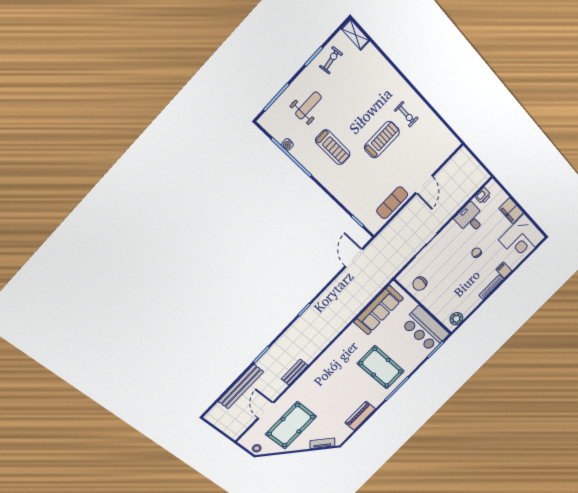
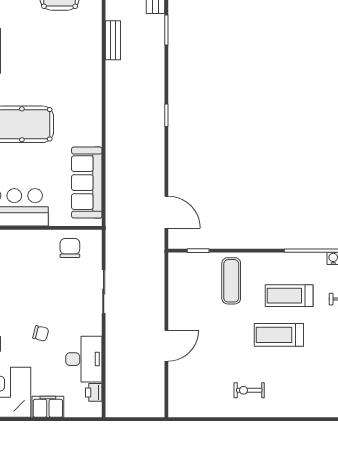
treadmill: (382, 140) -> (279, 335), moved, turned 90
door: (424, 185) -> (166, 346), swing flipped
exercise mat: (392, 203) -> (231, 281), moved
desk: (470, 219) -> (84, 359), width x1.37

